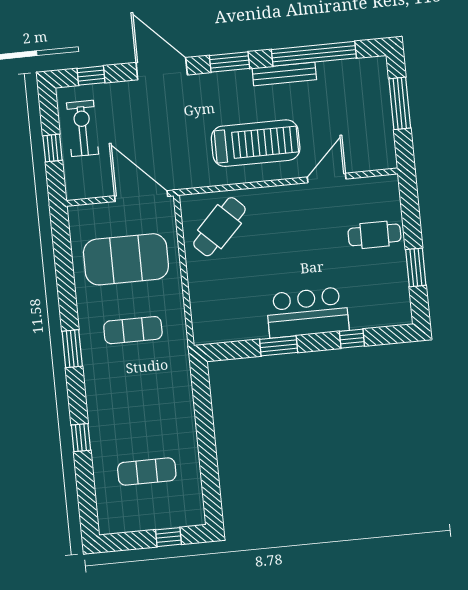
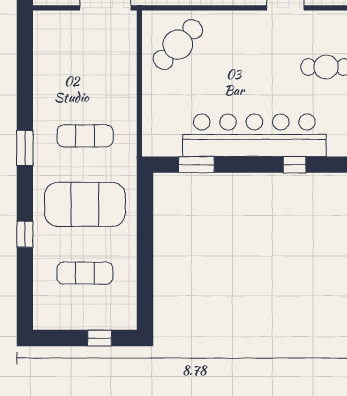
exercise mat: (126, 259) -> (85, 204), moved
bar counter: (308, 312) -> (254, 135), width x1.86
window: (279, 346) -> (196, 165), moved

